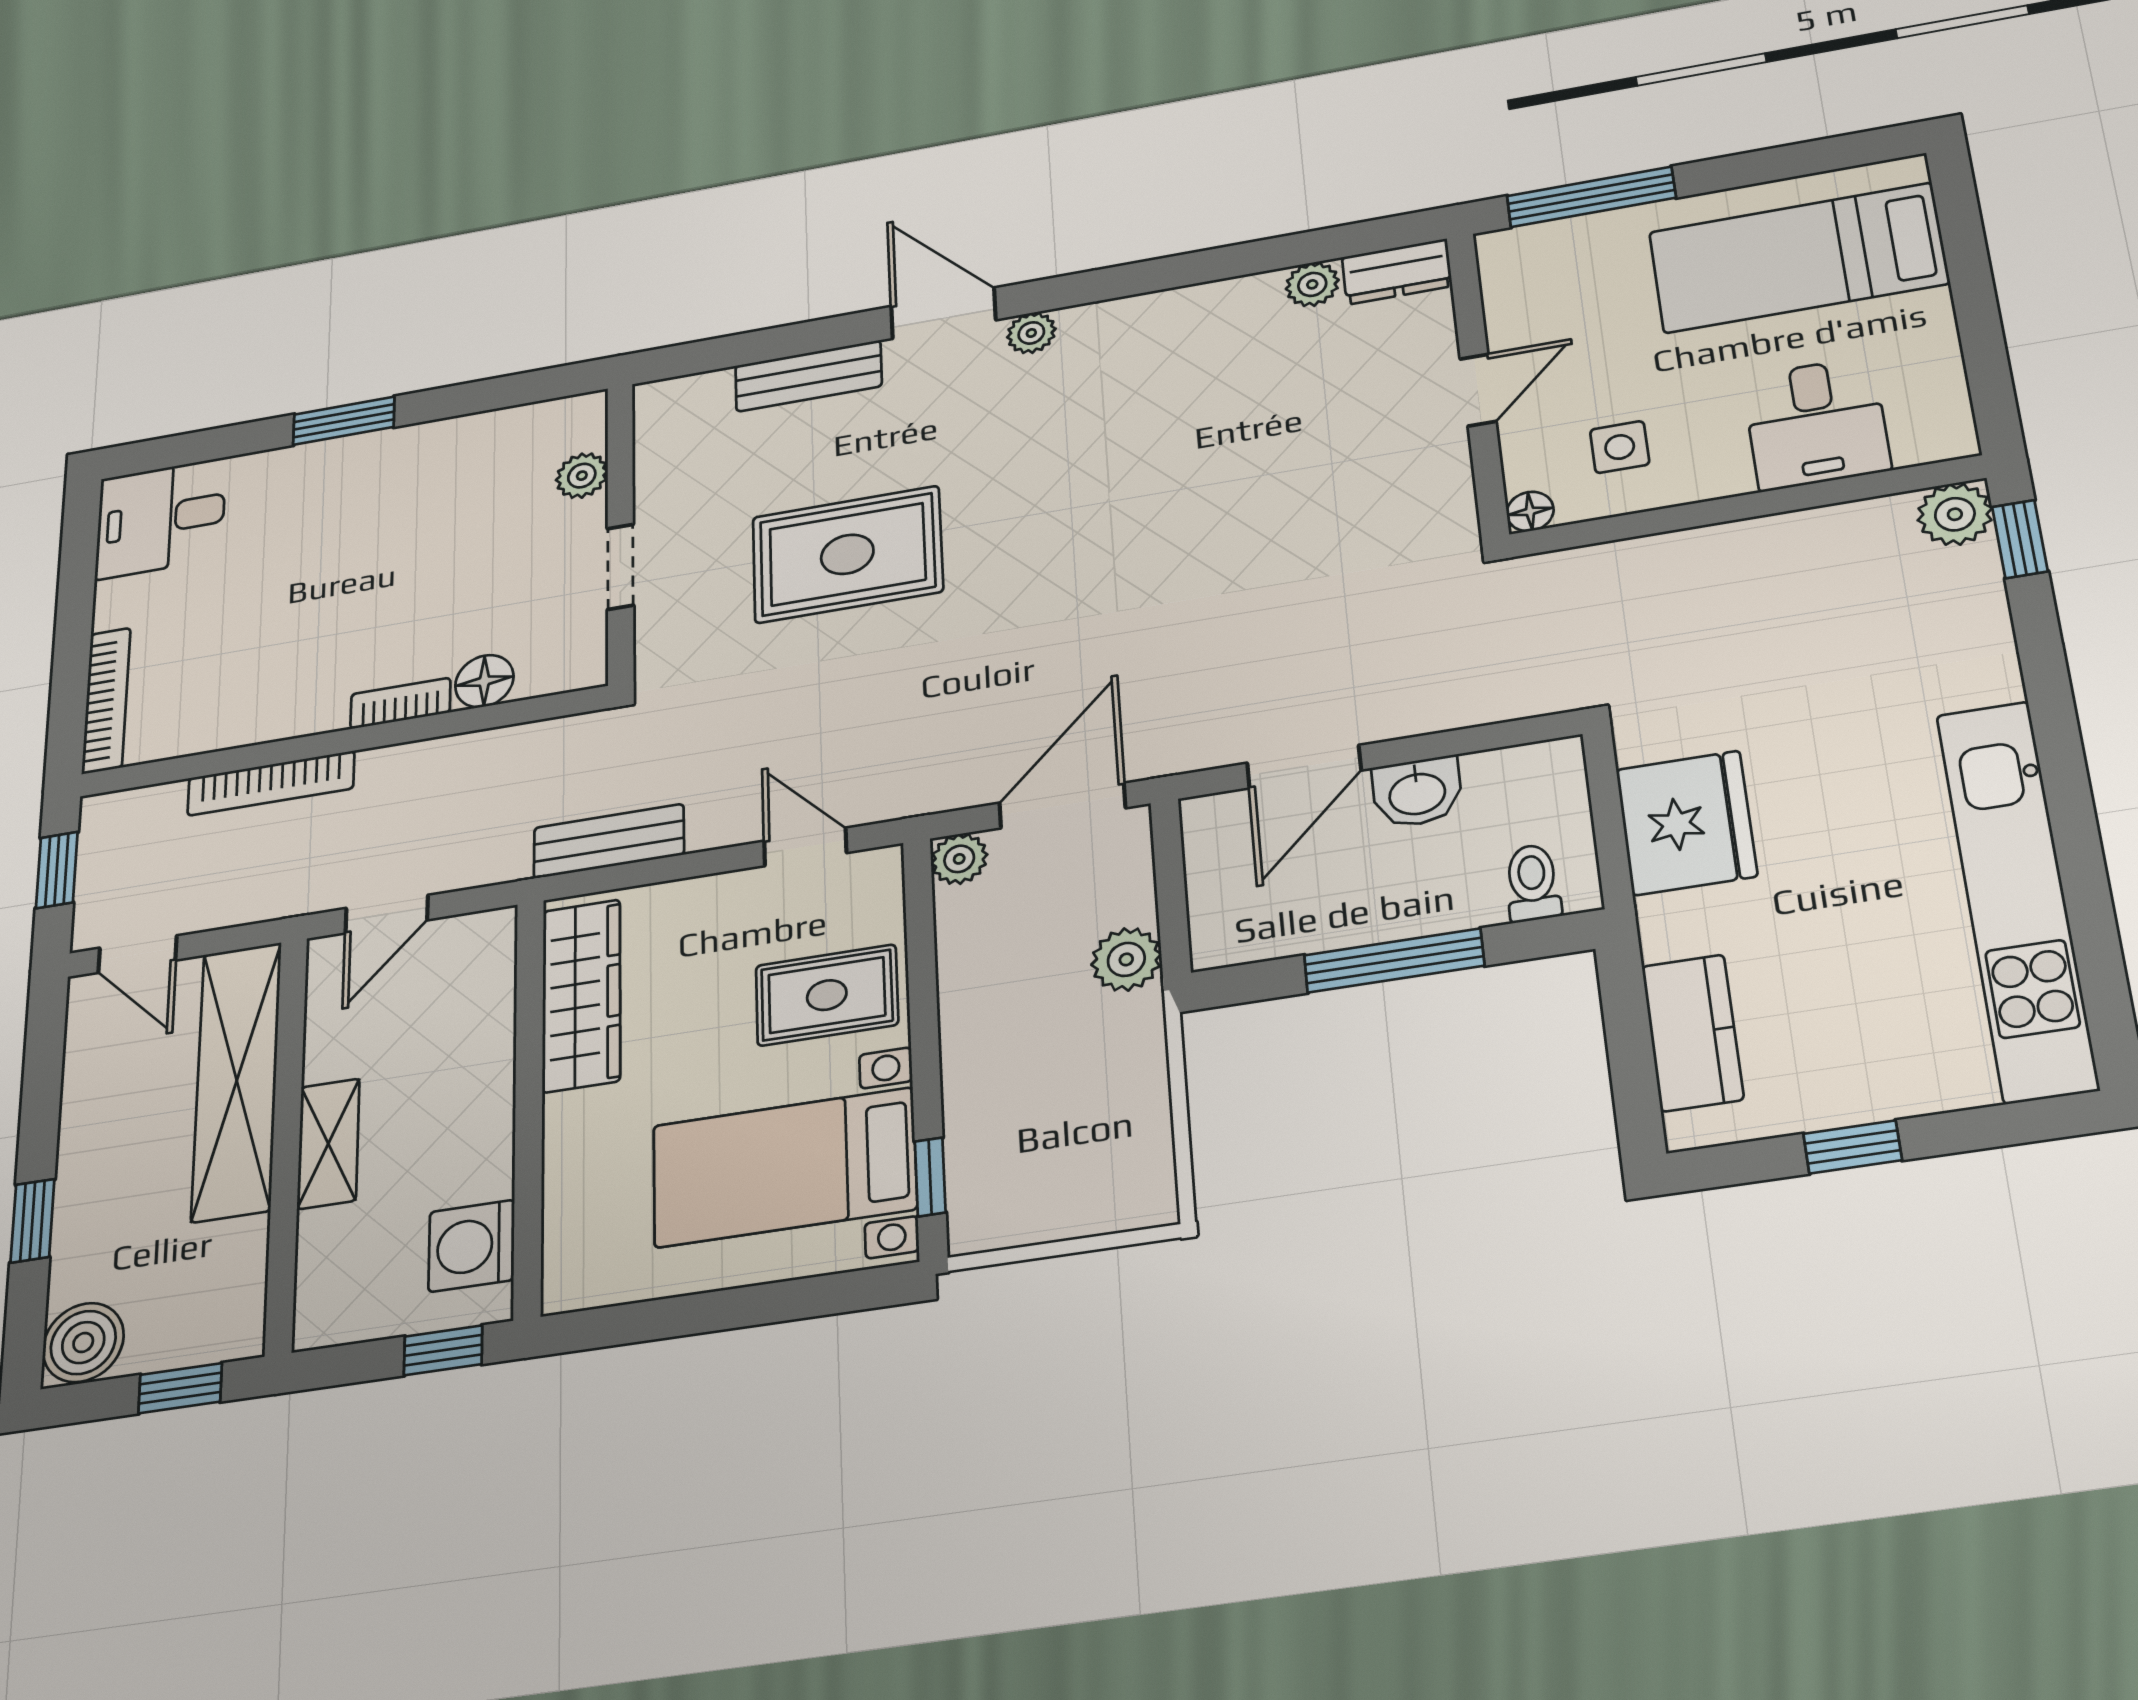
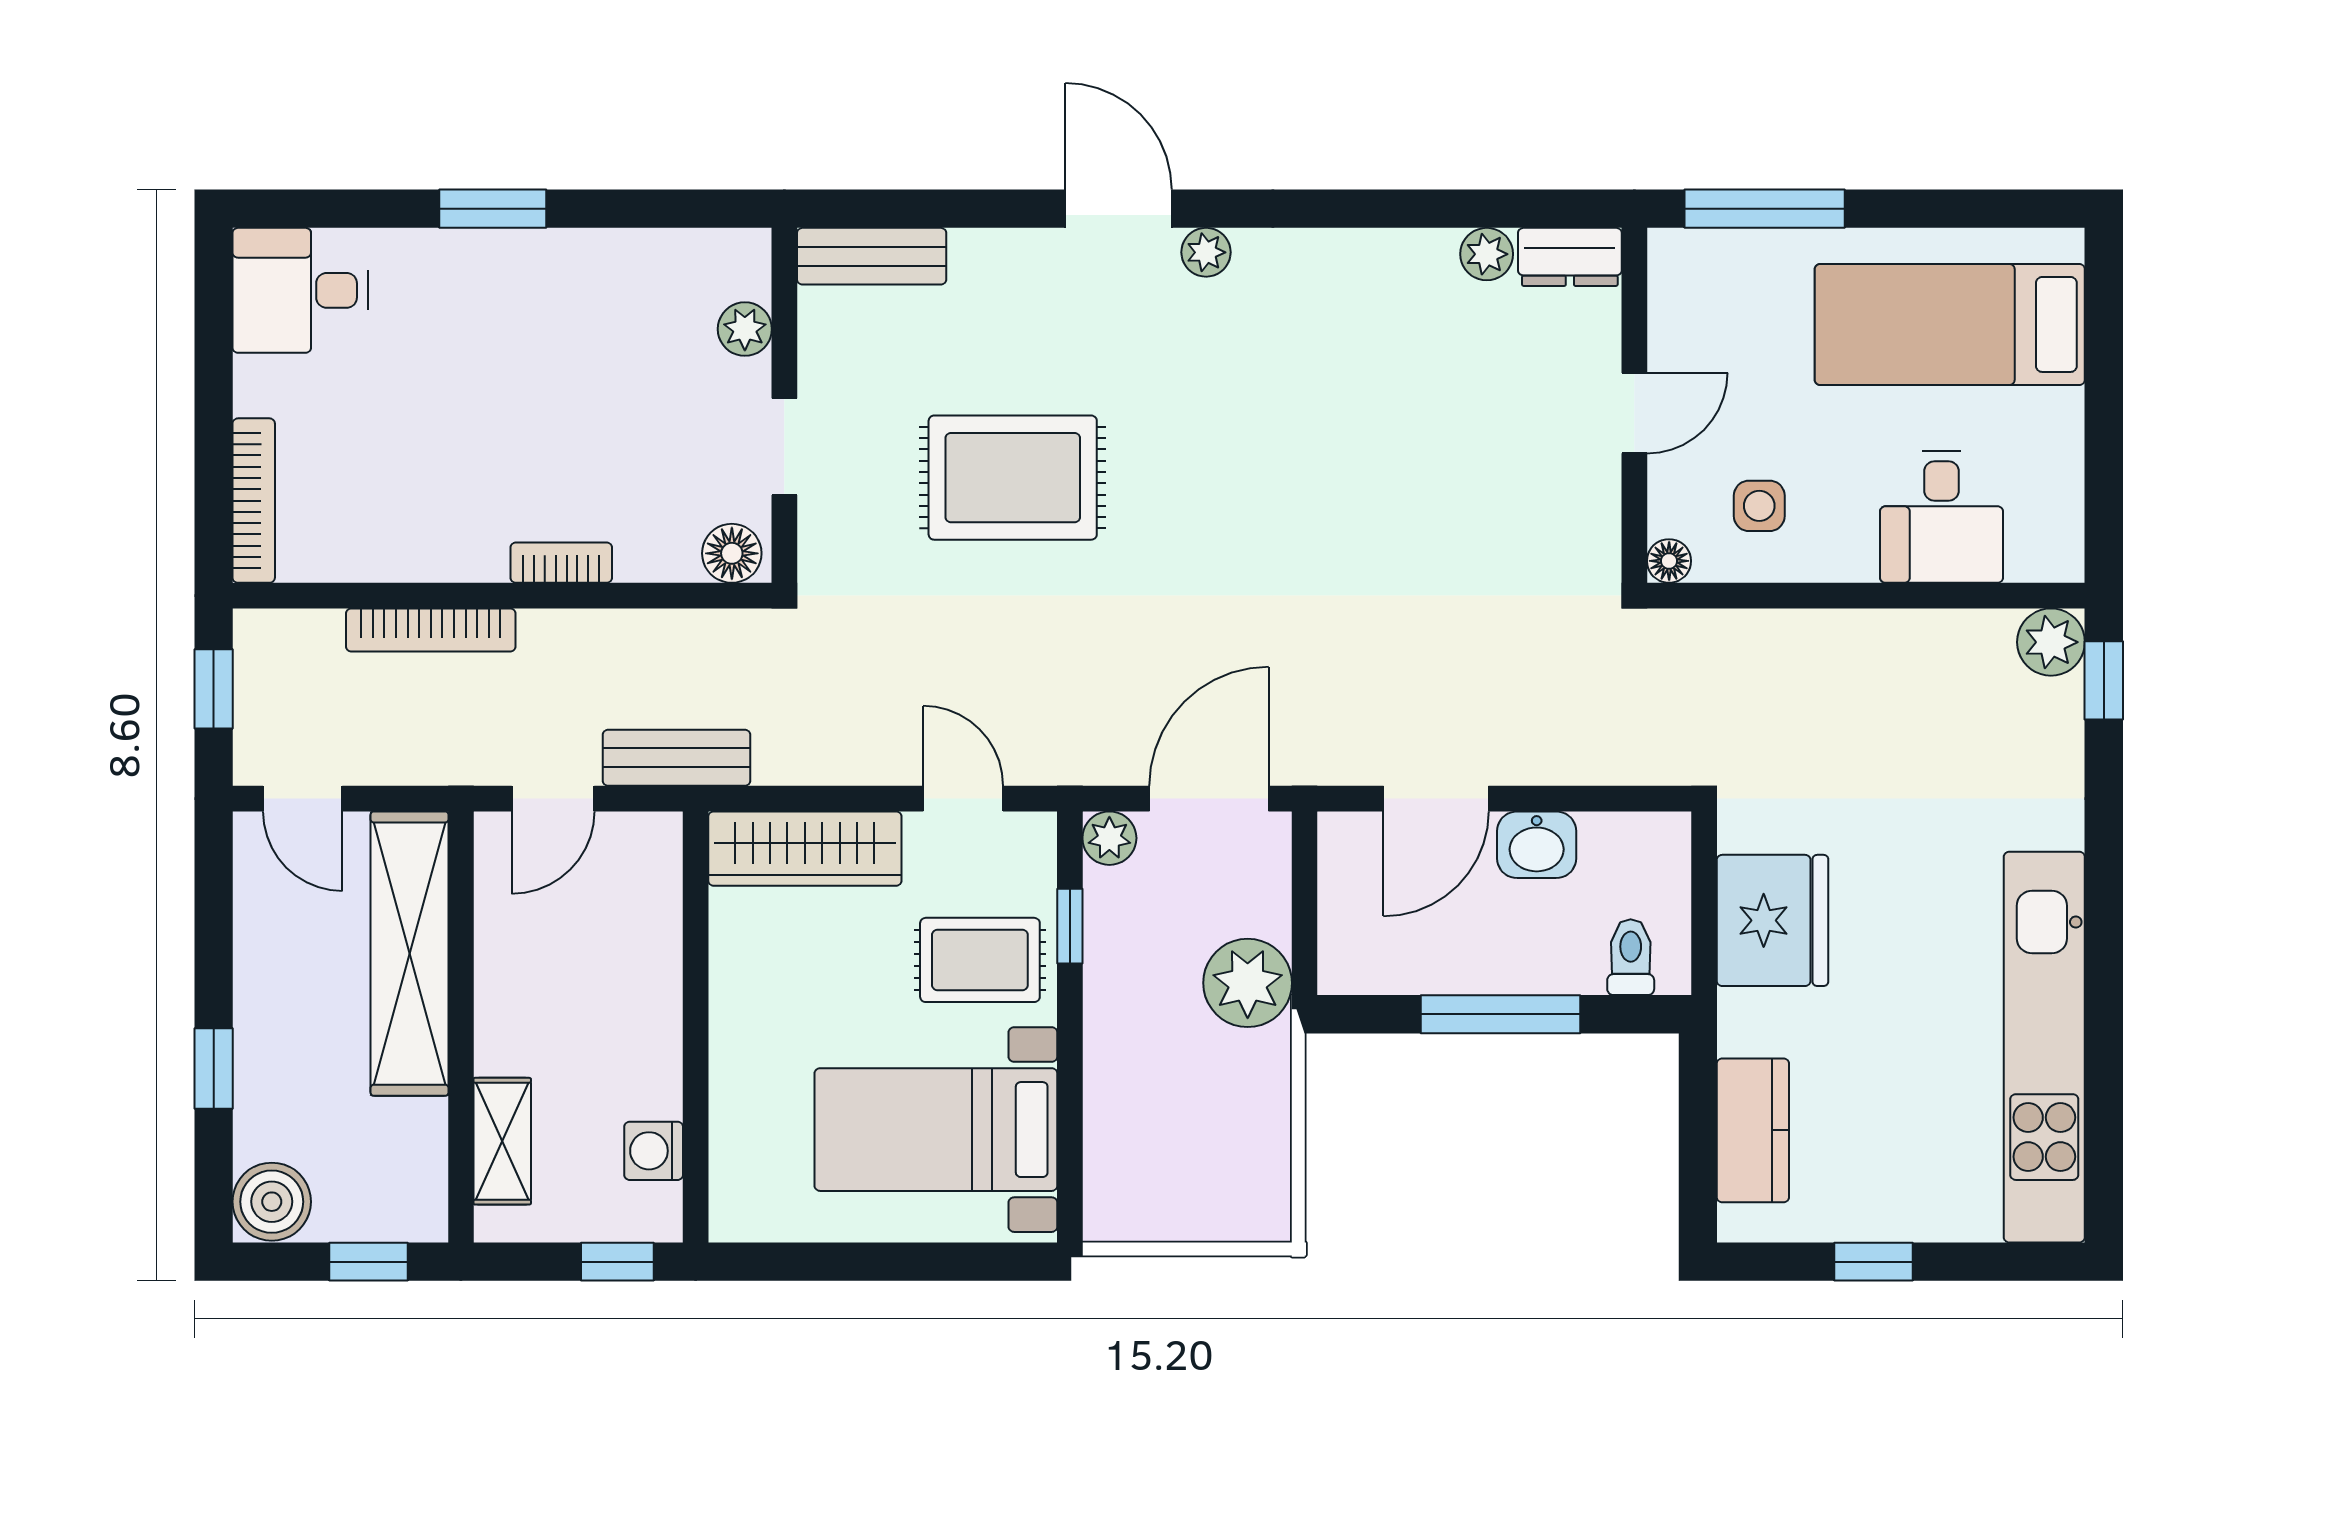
bench: (808, 376) -> (872, 256), moved
floor lamp: (484, 681) -> (732, 553), moved
bench: (609, 841) -> (677, 758), moved
plant: (1126, 959) -> (1248, 983), width x1.36, depth x1.36
wardrobe: (581, 995) -> (805, 849), moved, turned 90
shelving: (328, 1144) -> (502, 1141), moved
window: (930, 1177) -> (1070, 926), moved
washing machine: (472, 1246) -> (654, 1151), width x0.73, depth x0.73

